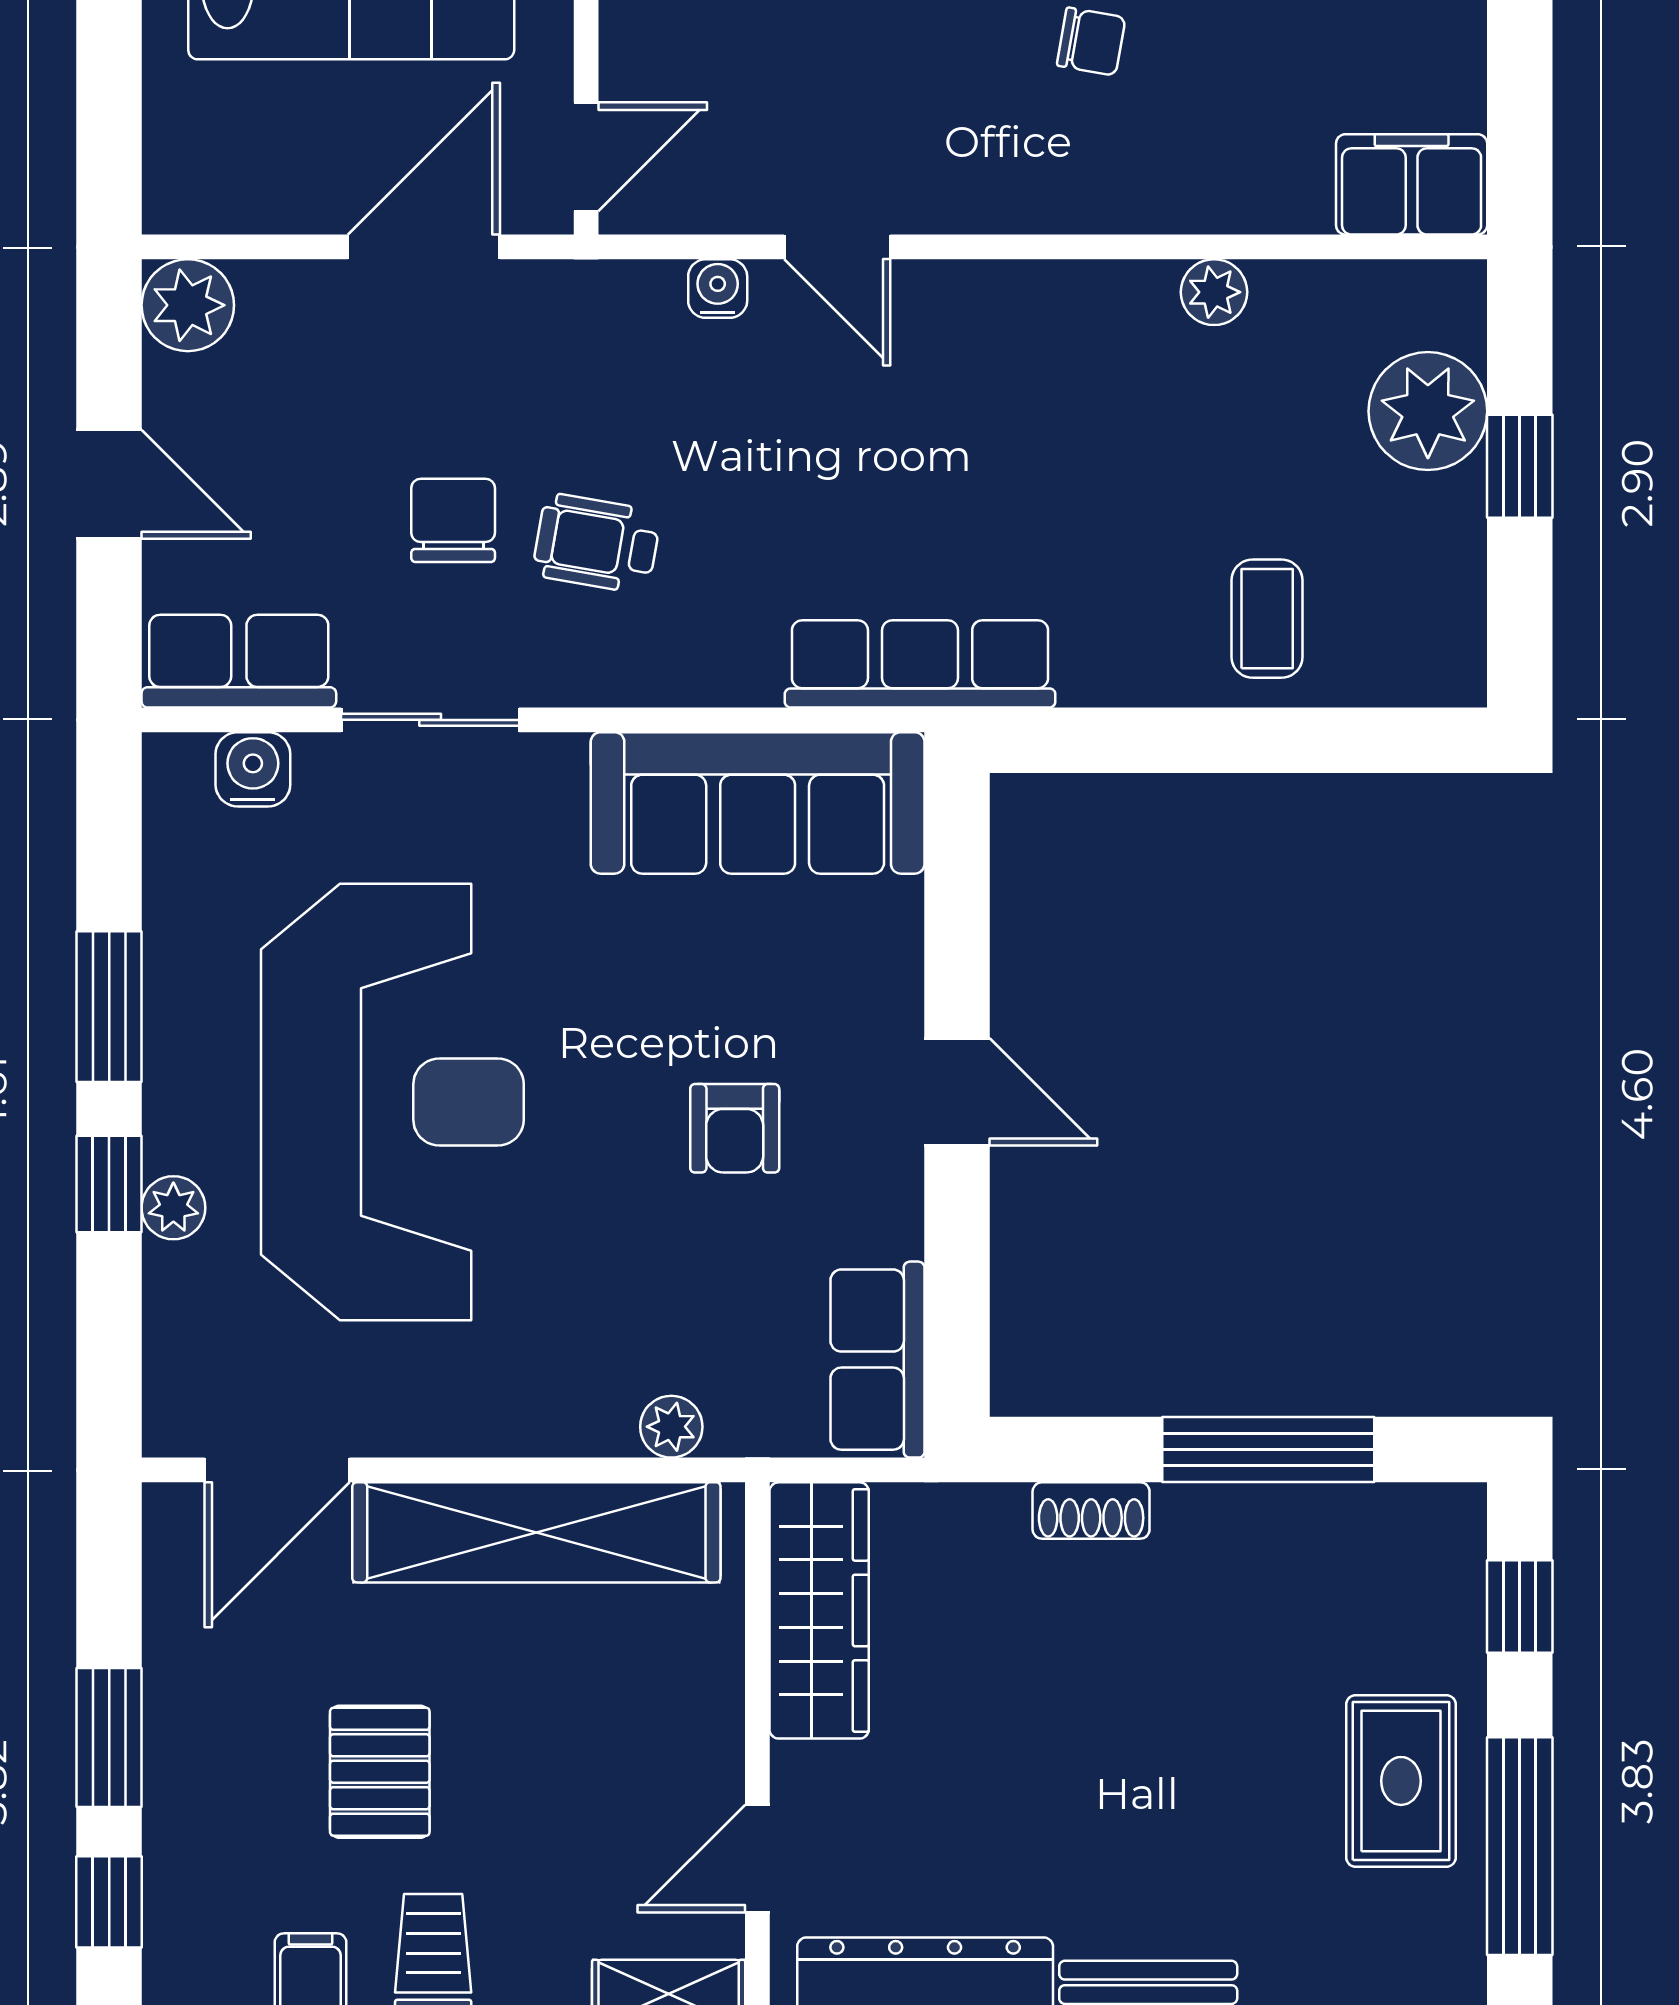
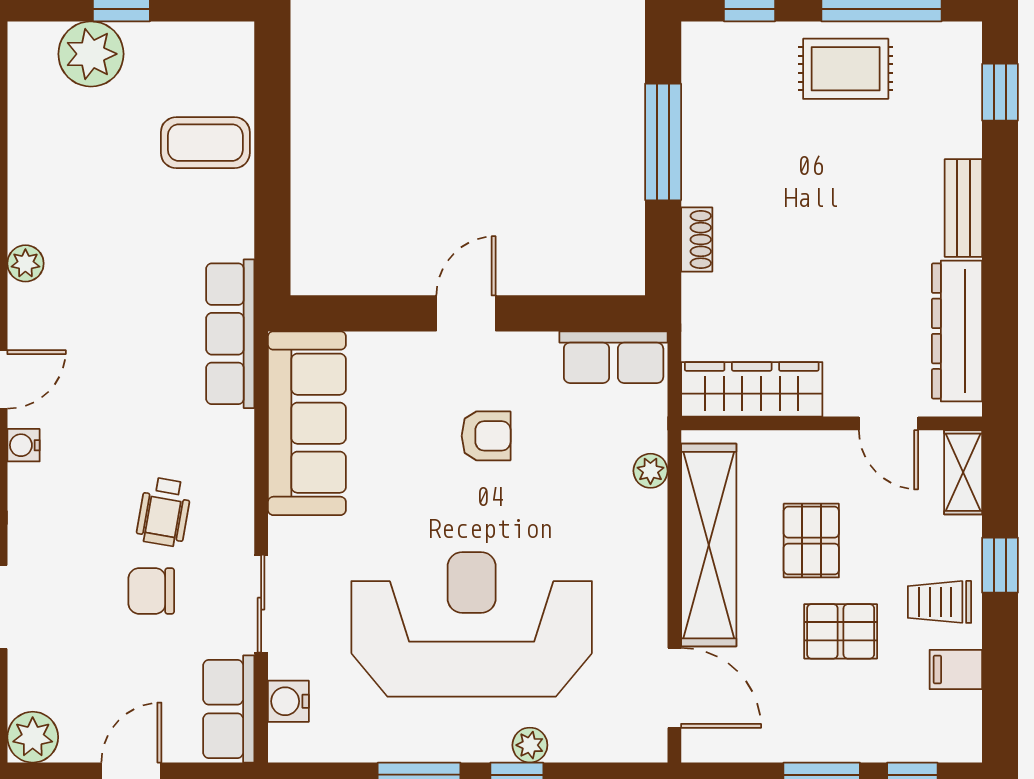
plant: (1214, 292) -> (25, 263), moved
coffee table: (1267, 619) -> (205, 143), width x1.36, depth x1.30
pallet: (545, 1719) -> (811, 541), added

